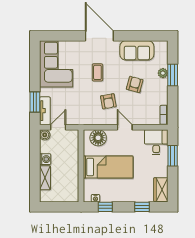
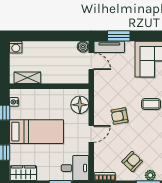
armchair: (135, 84) -> (132, 162), moved, turned -61
washing machine: (45, 159) -> (16, 47), moved
bed: (108, 167) -> (37, 132), moved, turned -90
shelving: (45, 178) -> (27, 78), moved

